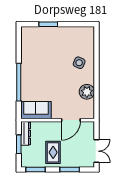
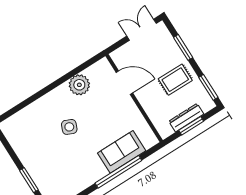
side table: (79, 63) -> (69, 127), moved
sofa: (36, 110) -> (122, 152), moved, turned 90
dresser: (26, 133) -> (186, 118), moved

